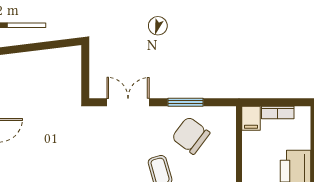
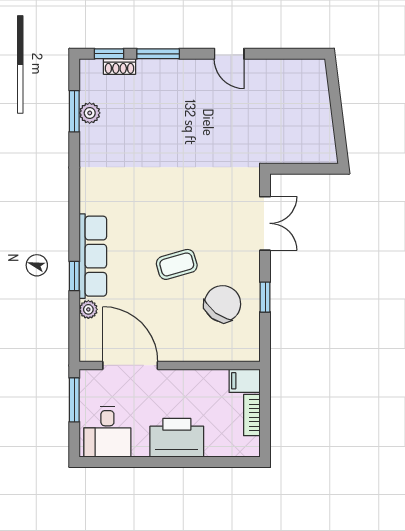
window: (186, 102) -> (265, 297), width x0.67

